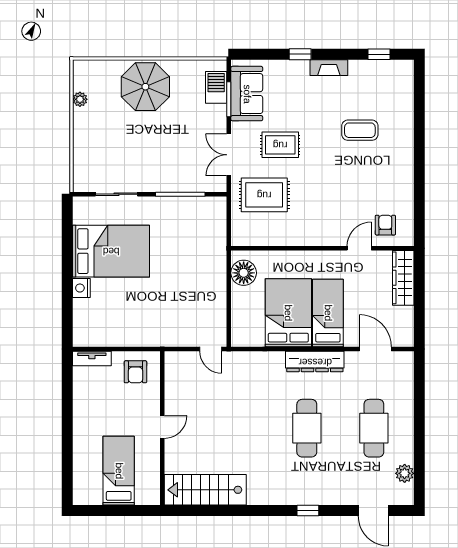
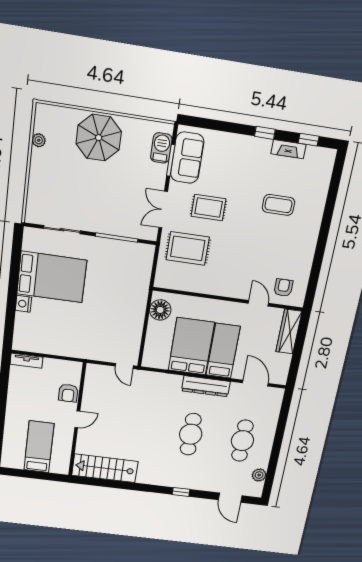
window: (300, 54) -> (265, 133), moved
fireplace: (329, 68) -> (288, 149), moved
door: (359, 248) -> (258, 303), hinge flipped
armchair: (135, 372) -> (68, 393), moved

